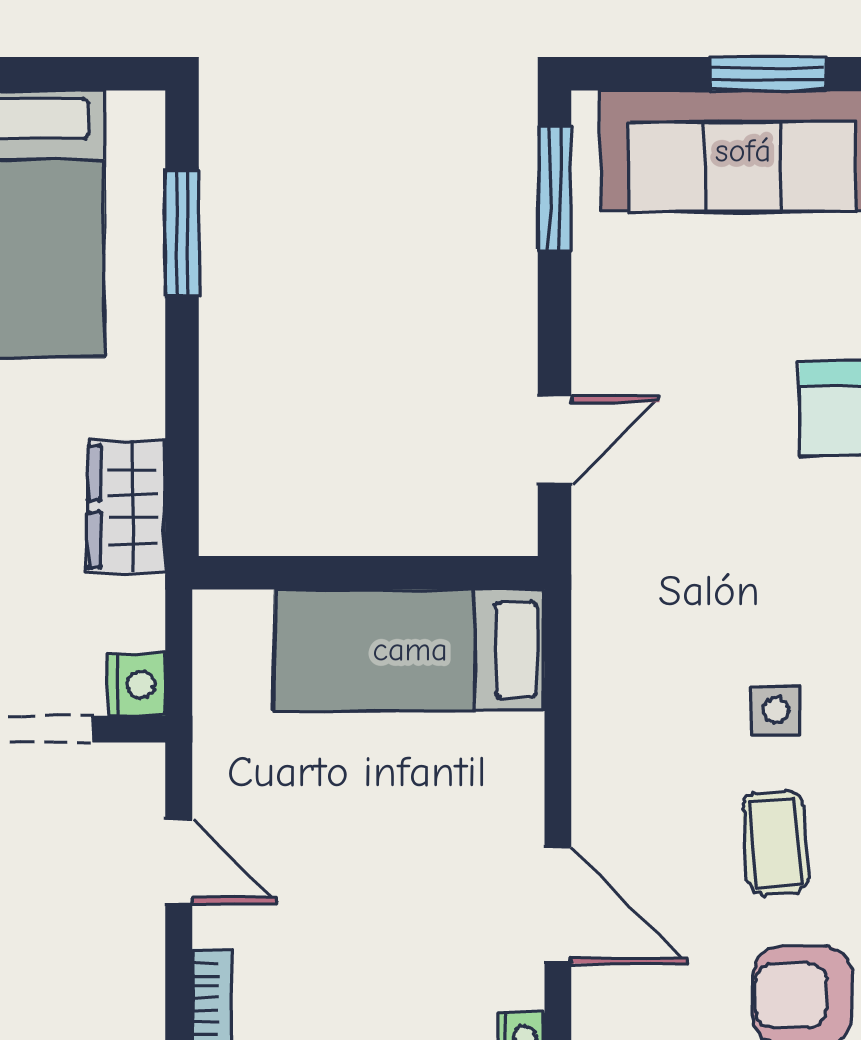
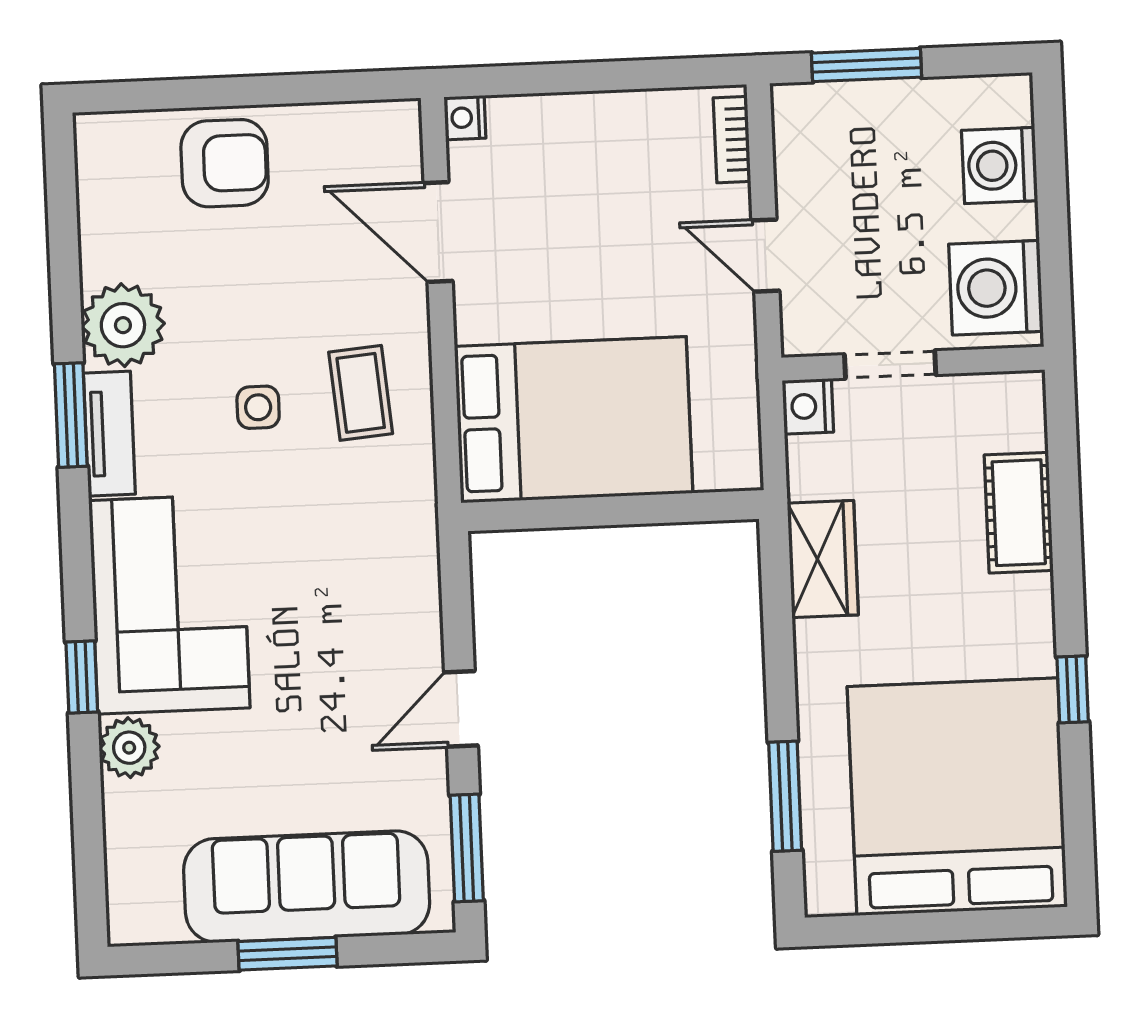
door: (555, 440) -> (461, 709), moved
bed: (410, 650) -> (574, 420), width x1.50
coffee table: (776, 843) -> (361, 393), moved

